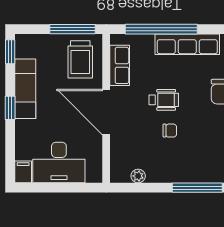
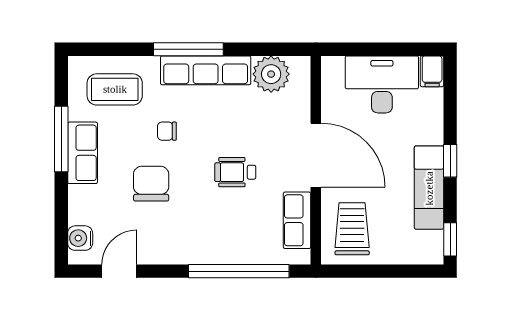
window: (72, 29) -> (363, 271), removed
row of seats: (187, 44) -> (206, 70), moved, turned 180
chair: (170, 131) -> (167, 131), moved
plant: (138, 176) -> (271, 74), width x1.88, depth x1.88

